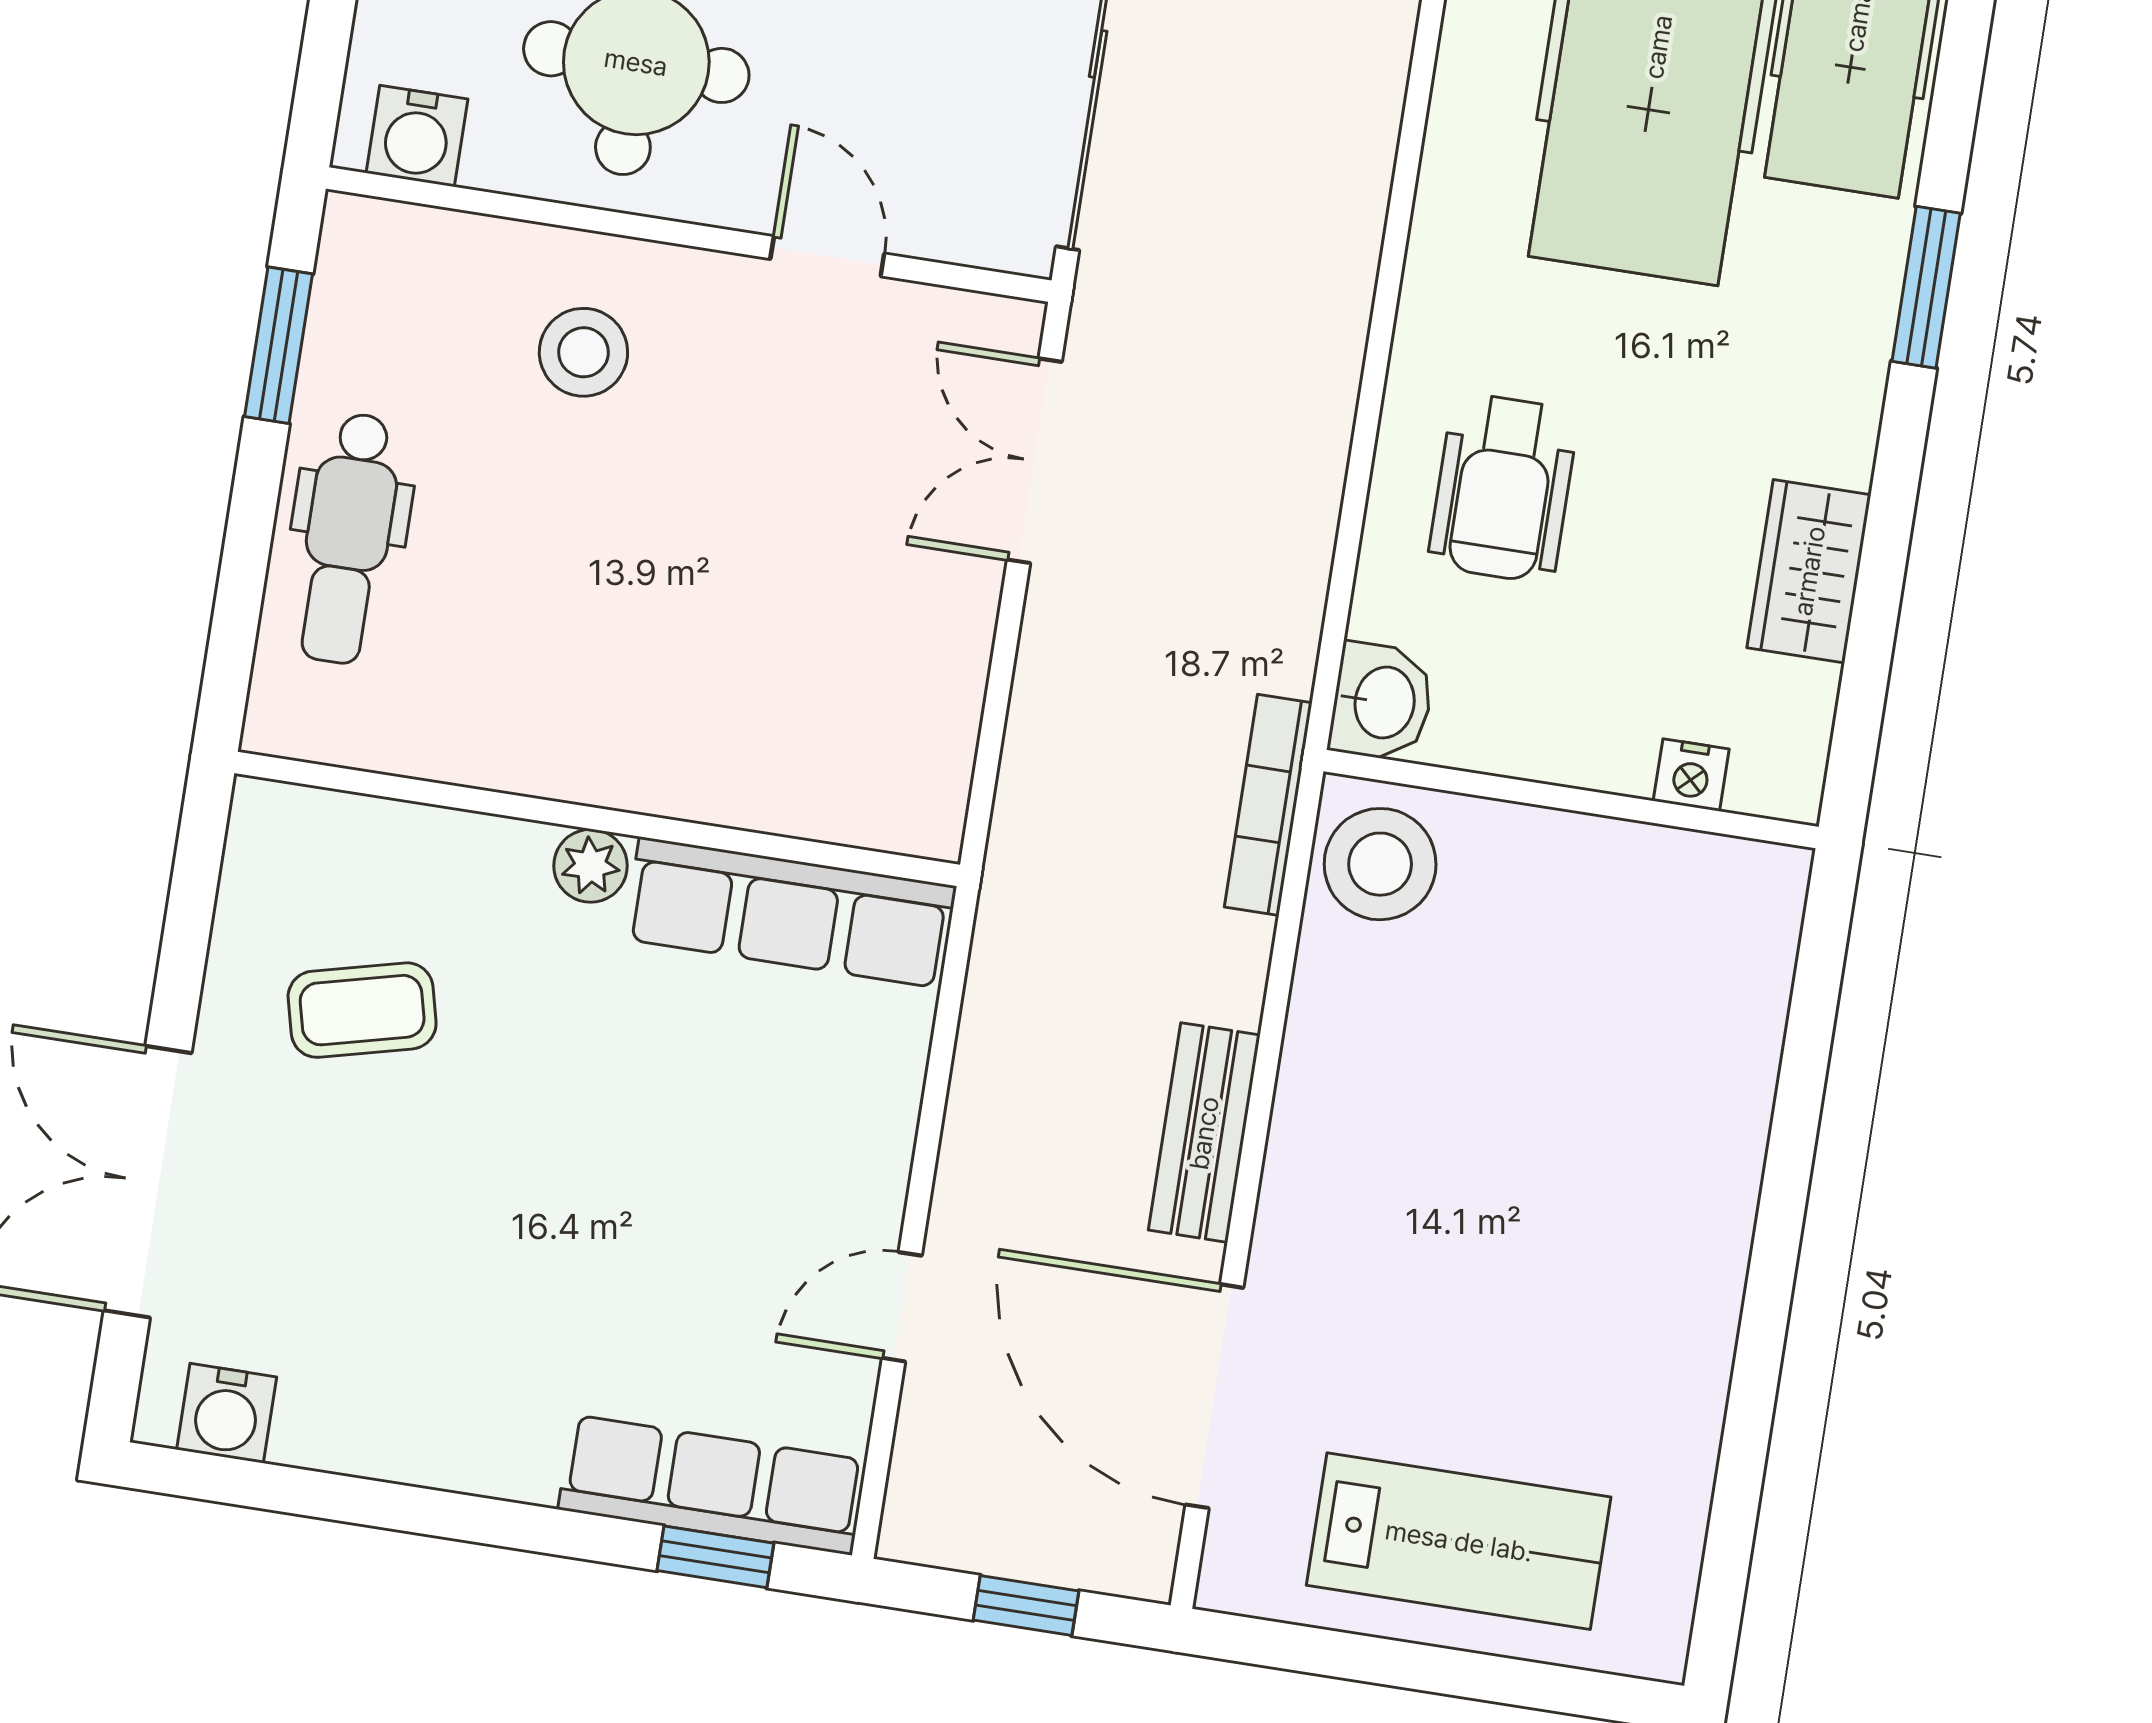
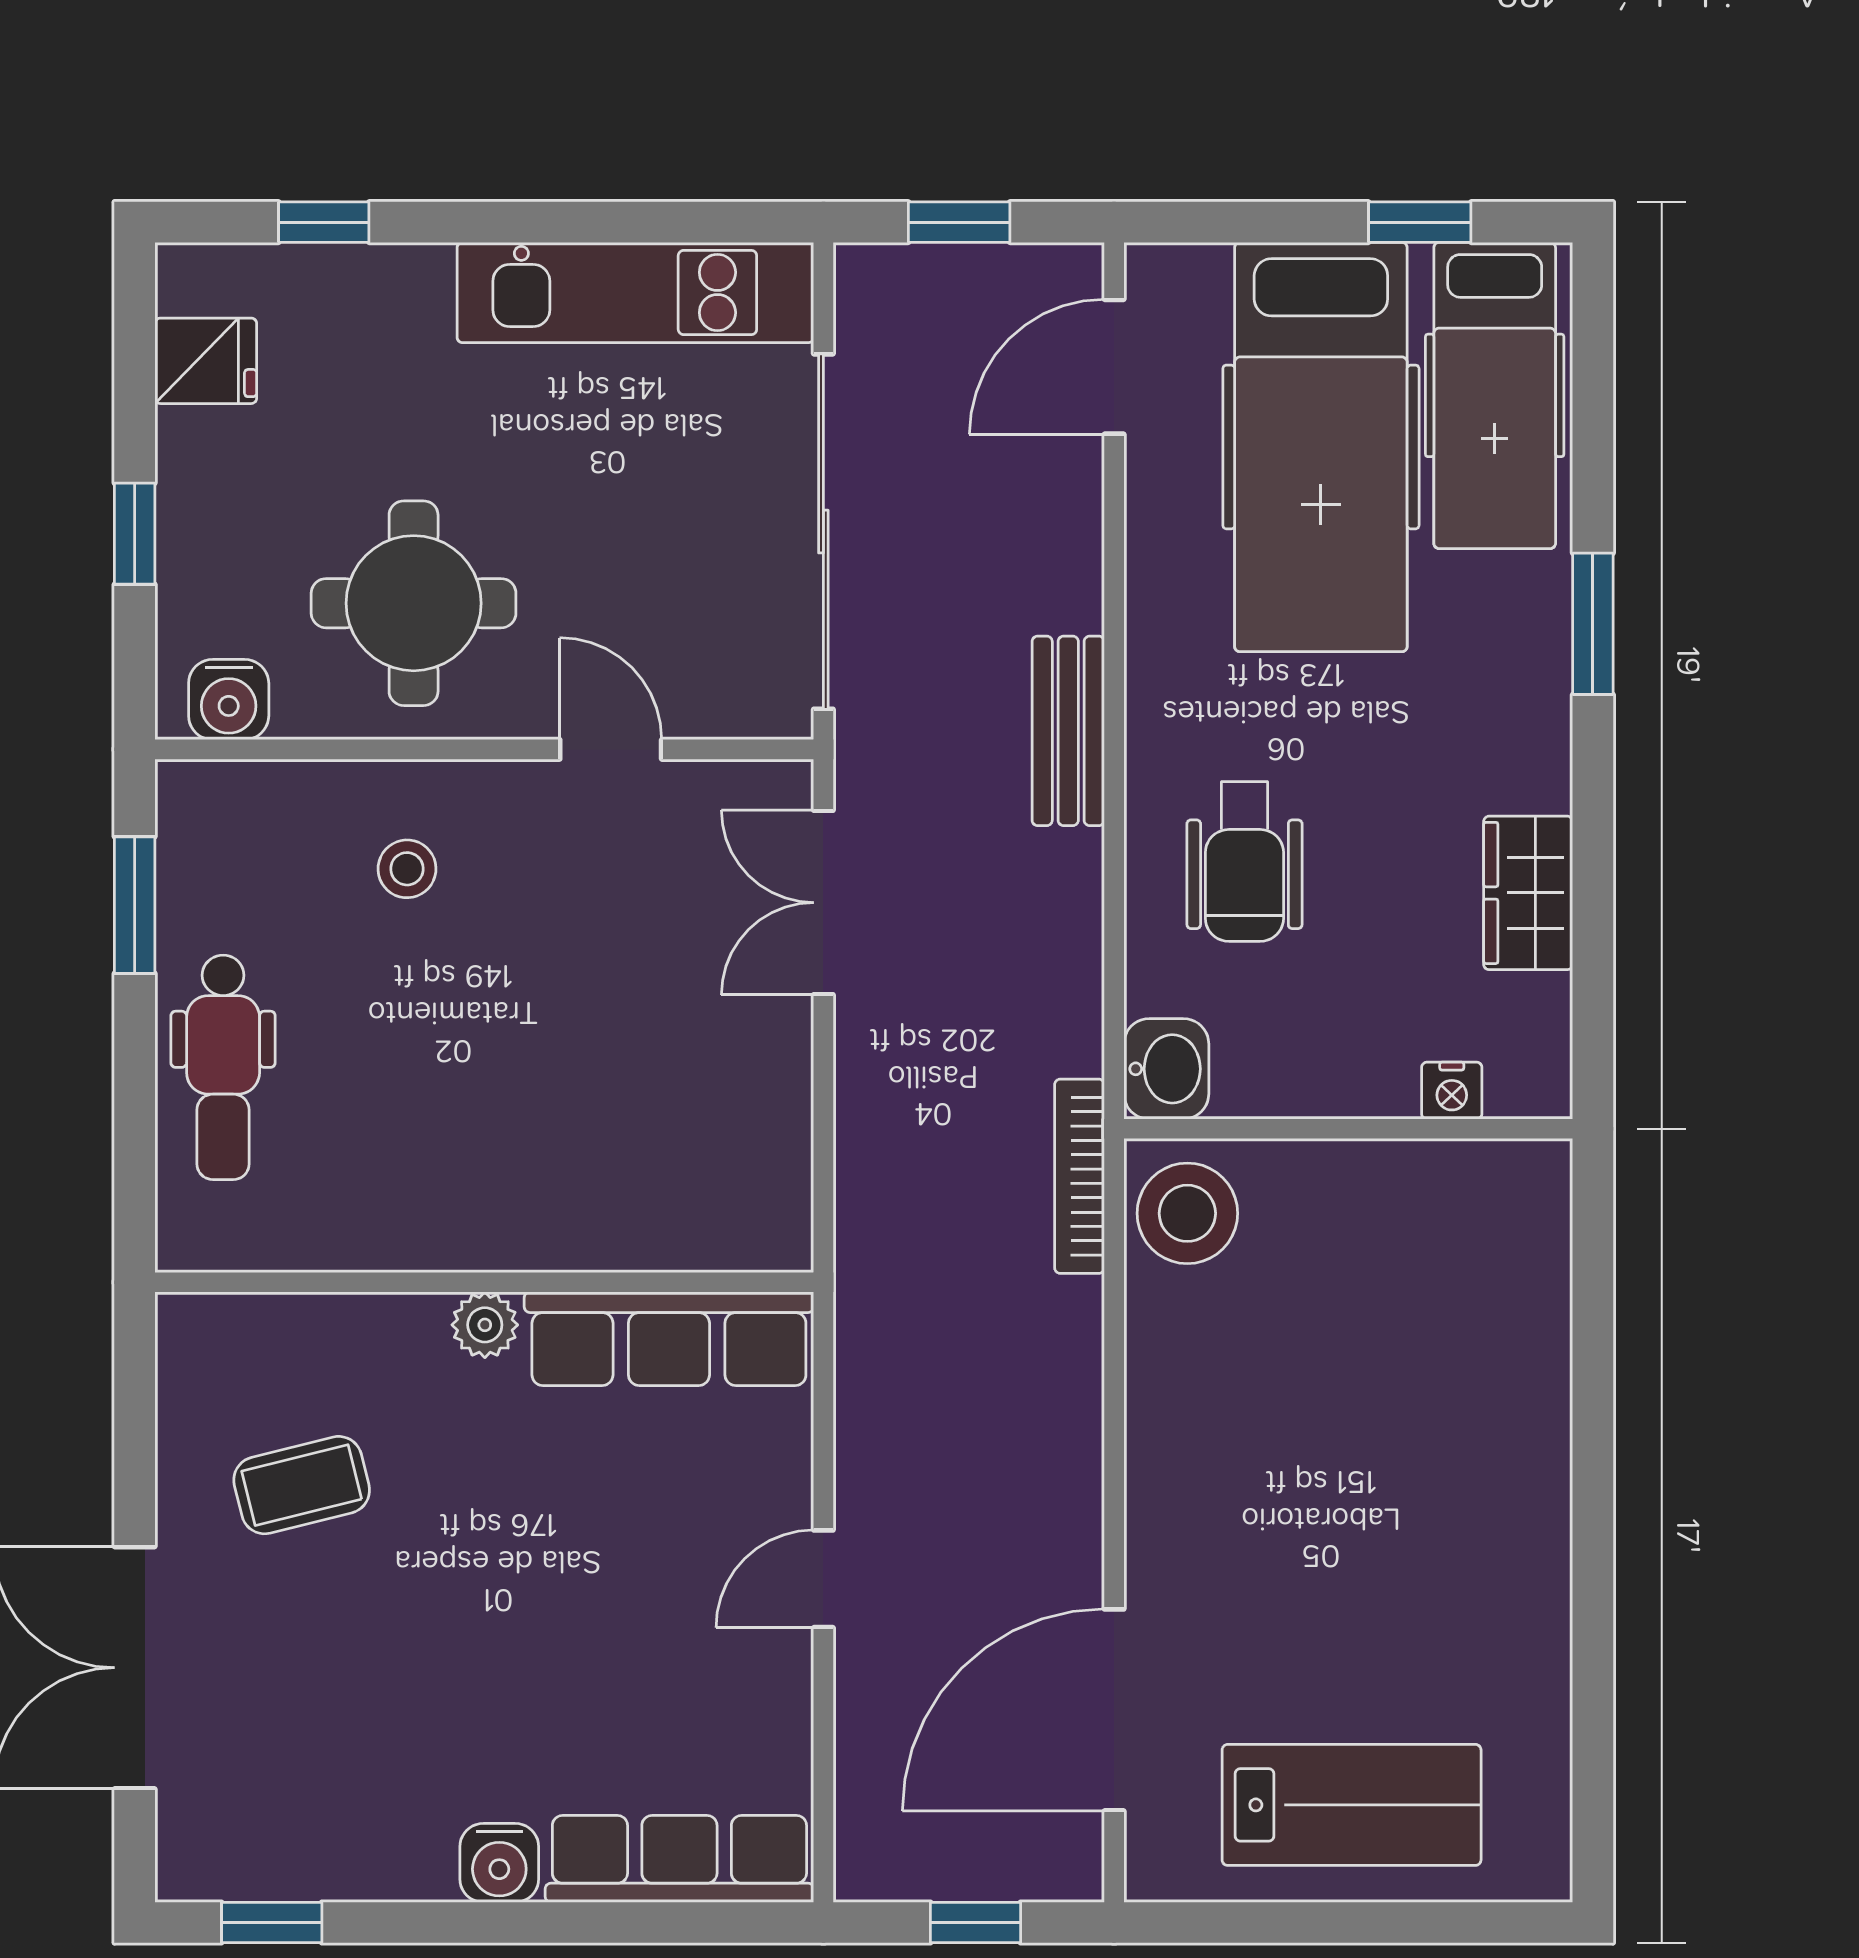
stool: (583, 352) -> (407, 869), width x0.73, depth x0.73
bench: (1204, 1133) -> (1068, 731), moved
door: (902, 1307) -> (823, 1579), moved
door: (1214, 1396) -> (1114, 1710), hinge flipped
water cooler: (227, 1413) -> (499, 1863), moved
window: (715, 1557) -> (272, 1922), moved

